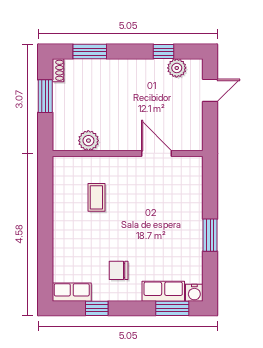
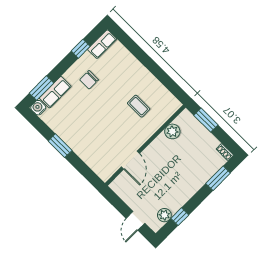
window: (45, 96) -> (206, 120), moved
door: (156, 153) -> (130, 160), hinge flipped
chair: (119, 270) -> (89, 80), turned 180

